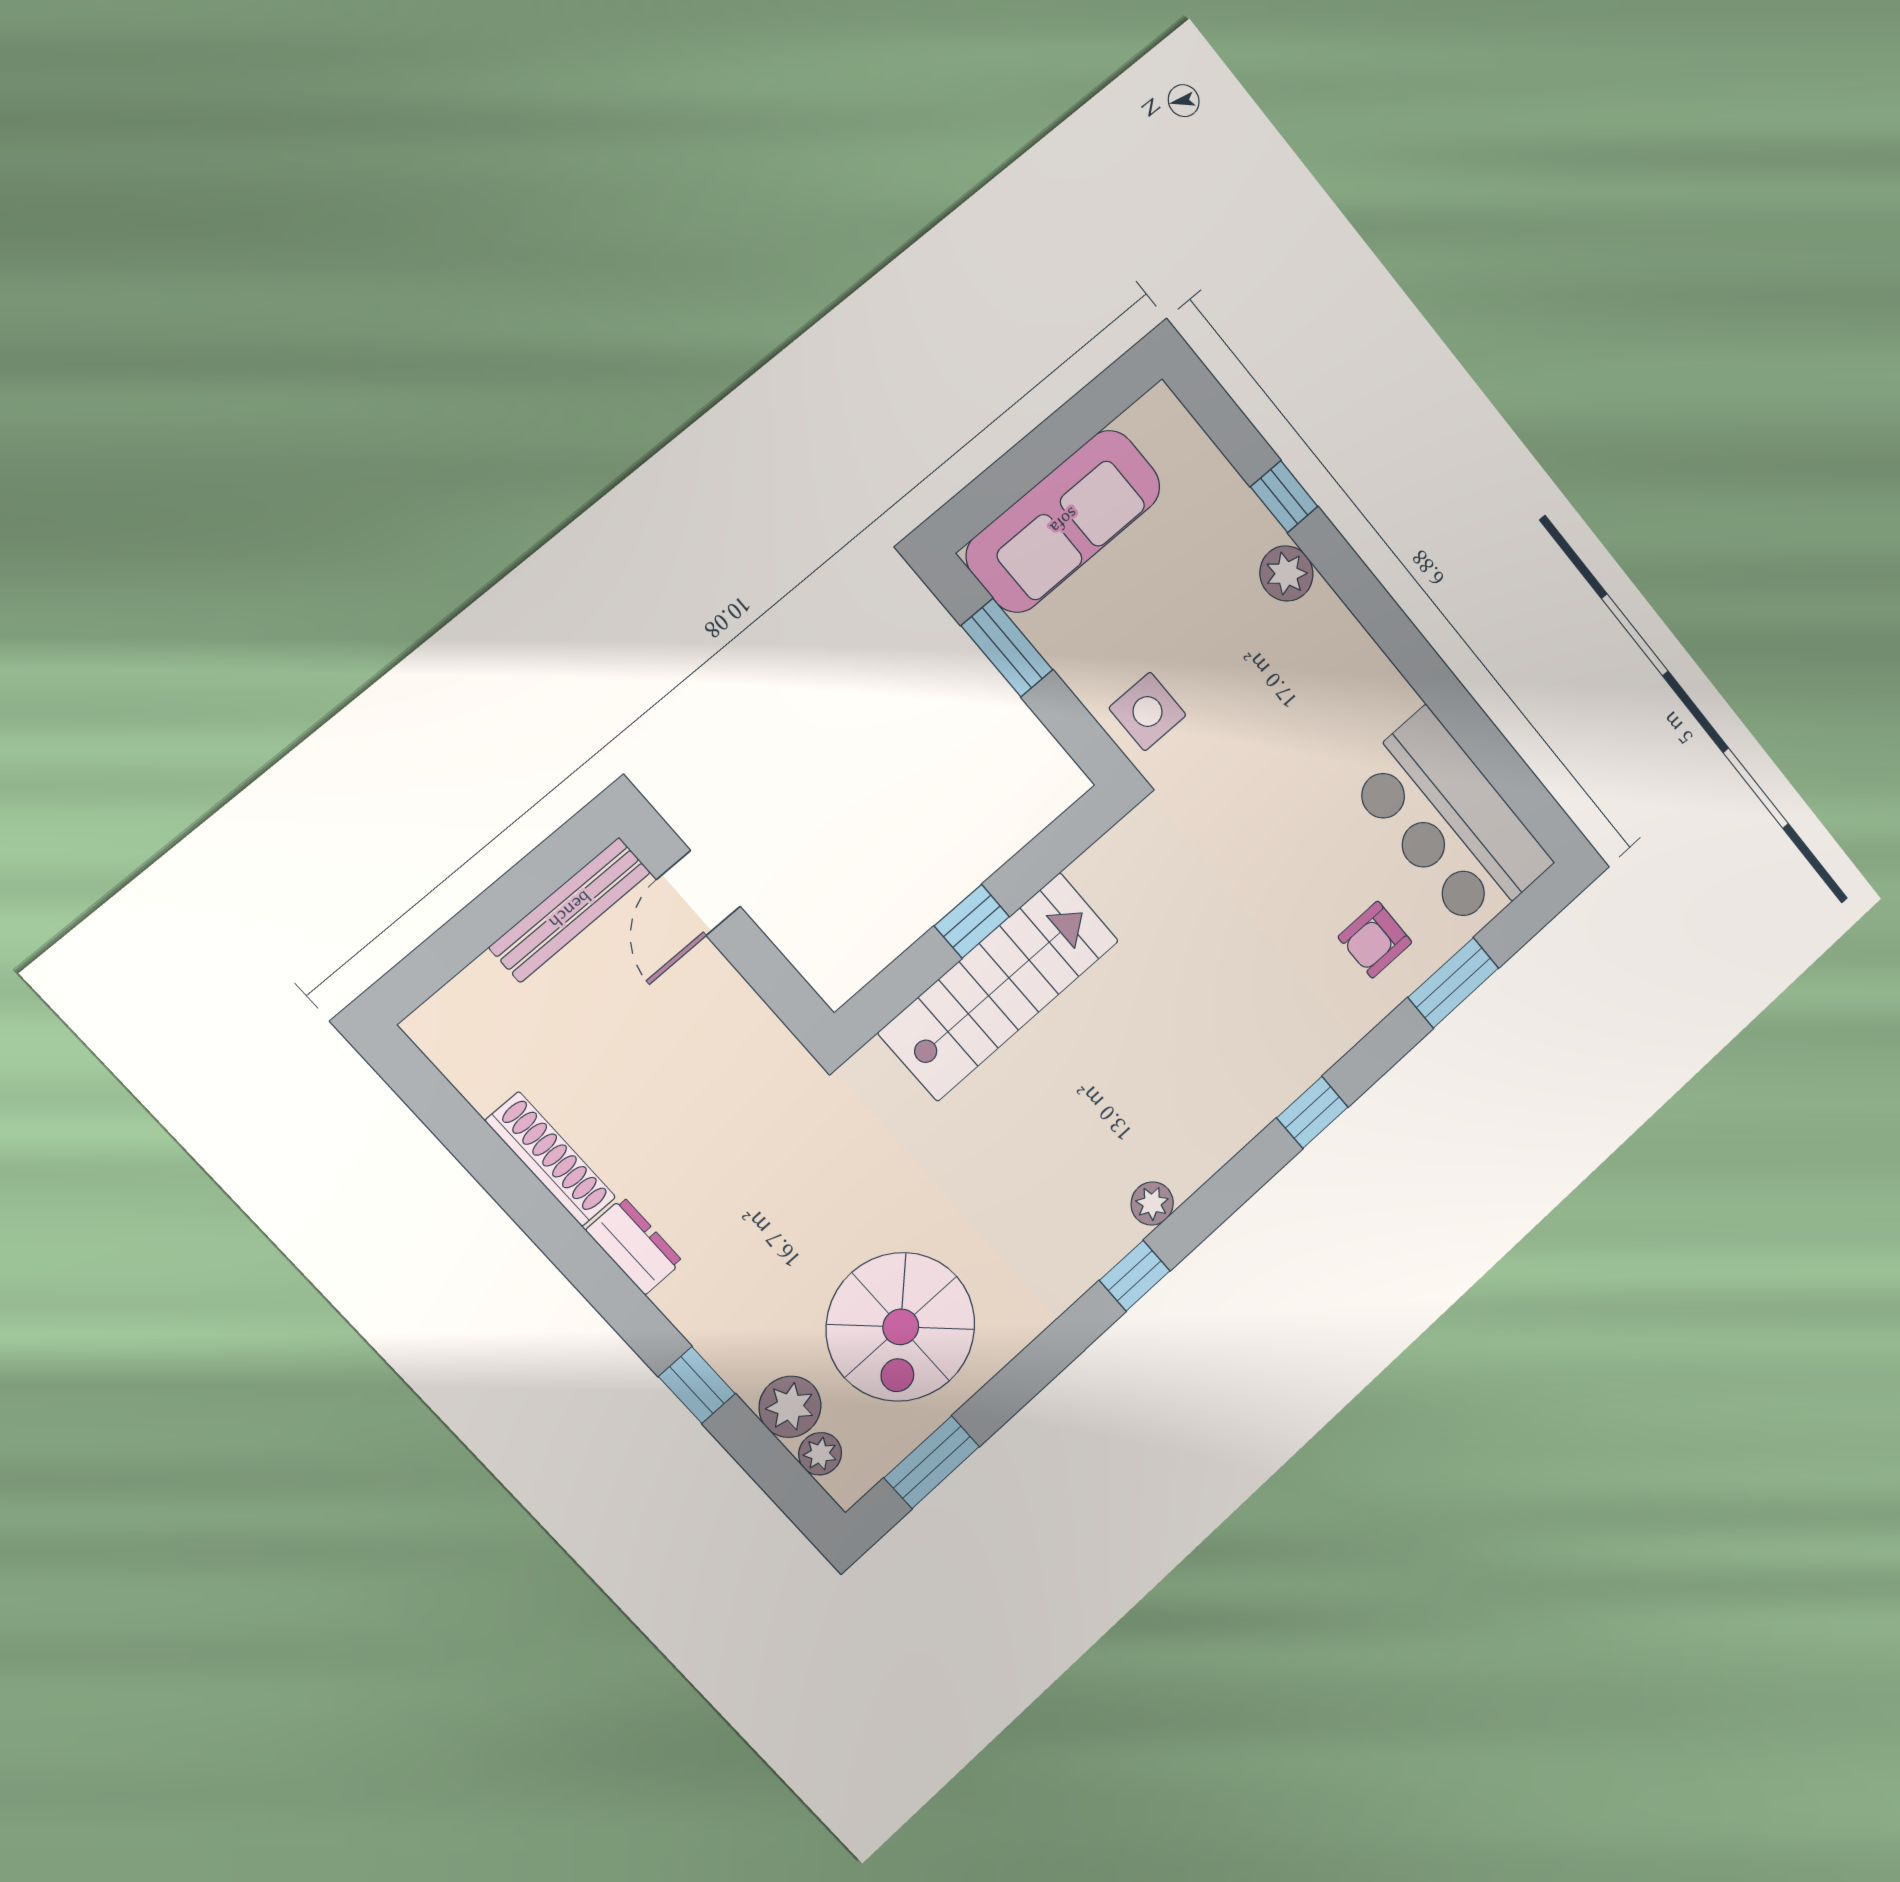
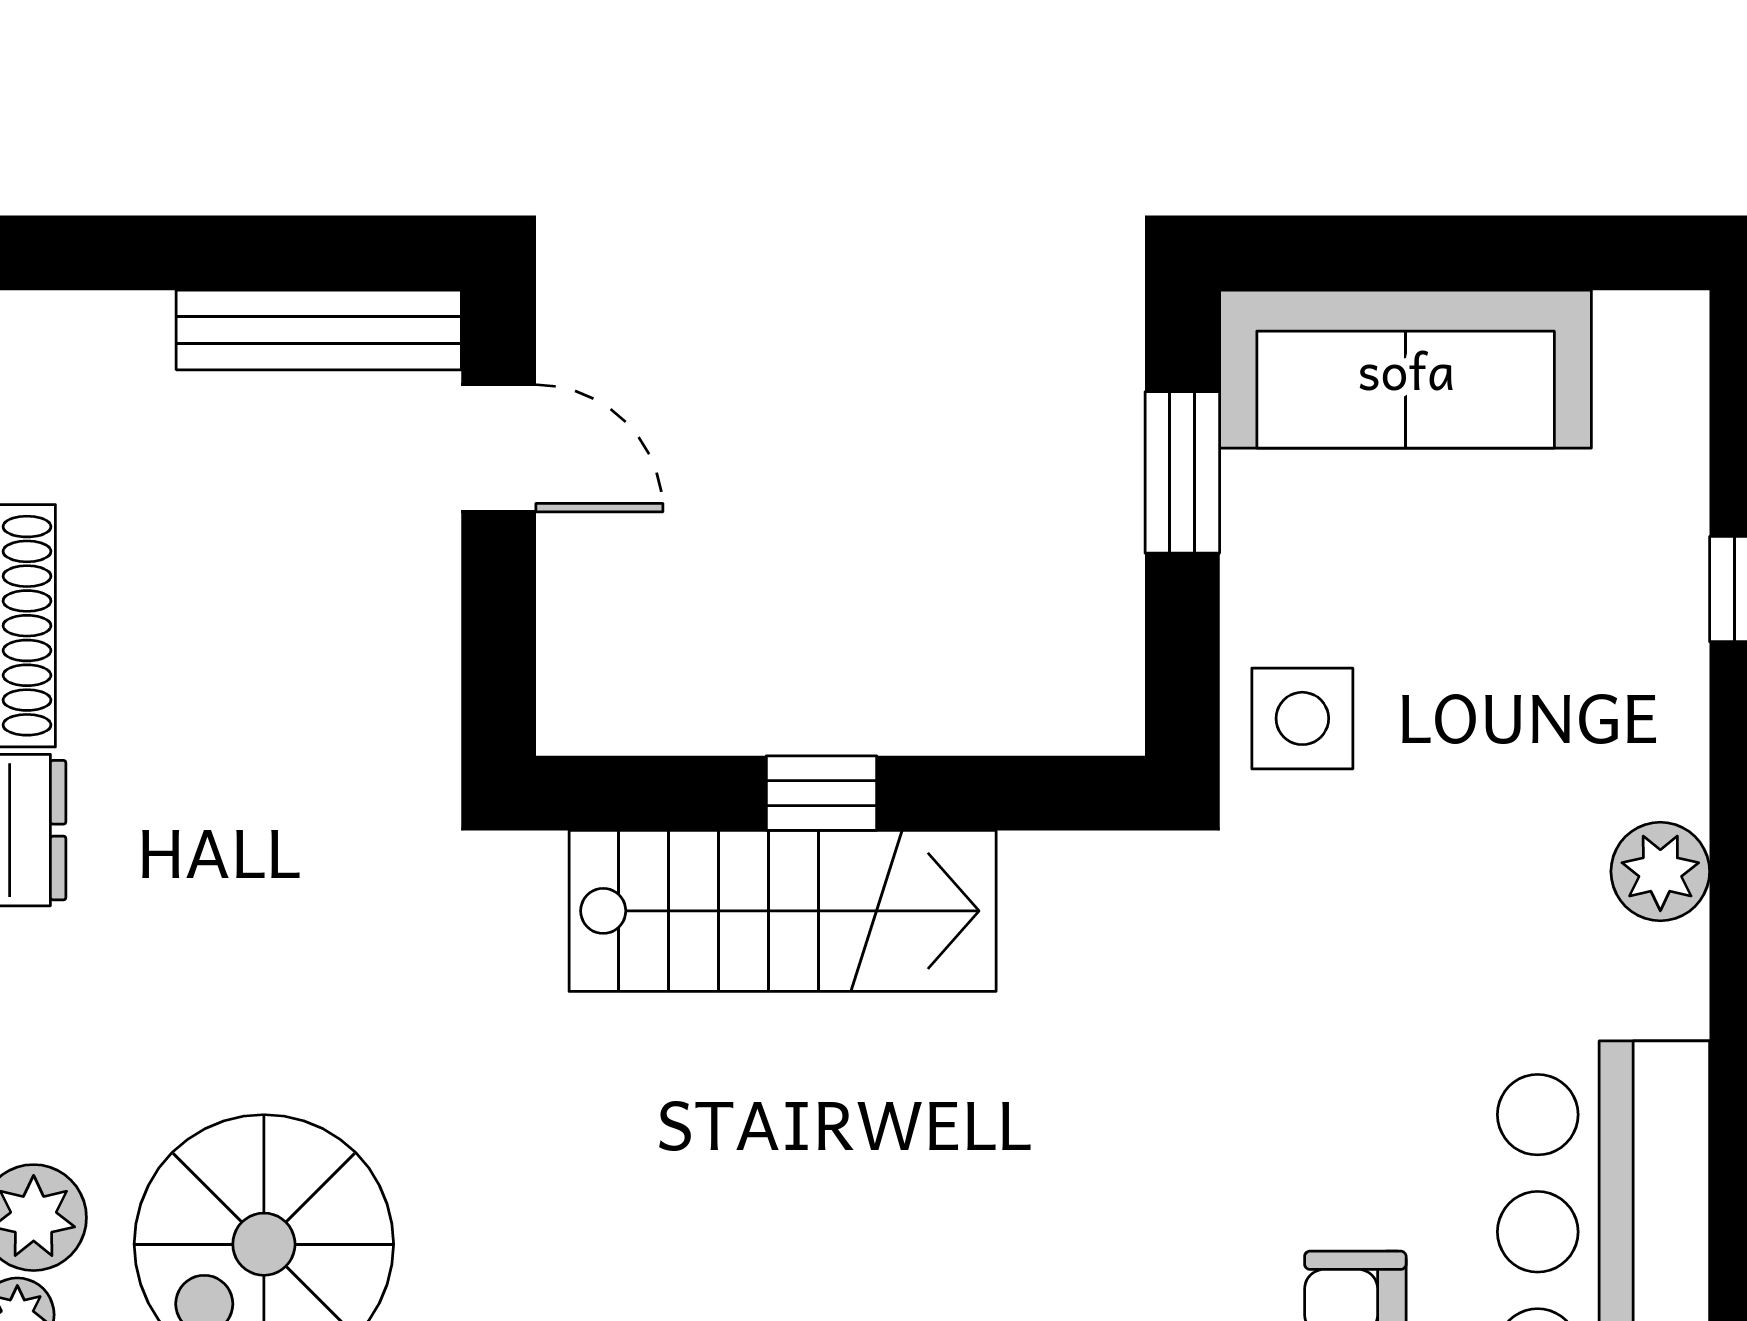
plant: (1286, 573) -> (1660, 871), moved
door: (698, 893) -> (499, 448), swing flipped

